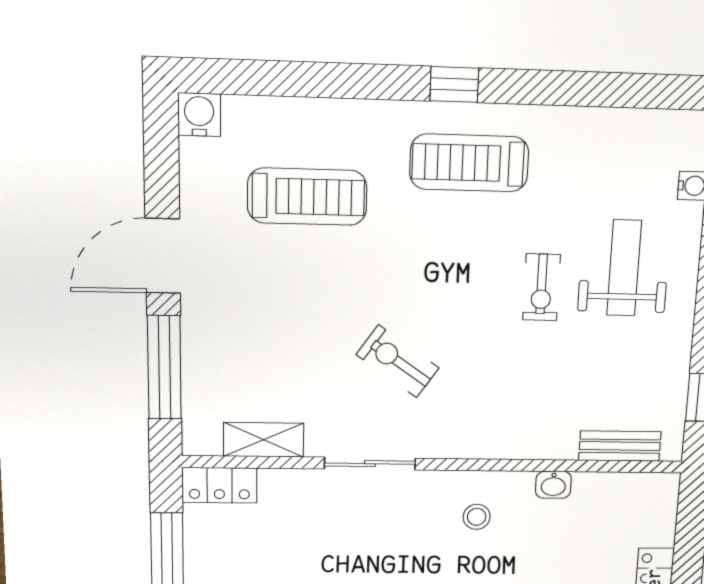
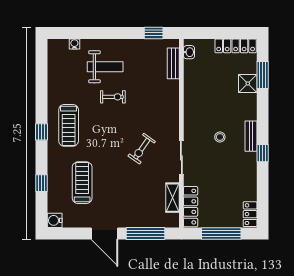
window: (307, 79) -> (42, 183), added
weight bench: (624, 268) -> (105, 67), turned 180
locker: (219, 485) -> (191, 207), width x1.53
washbasin: (553, 485) -> (189, 52), moved
stool: (477, 517) -> (220, 137), moved

